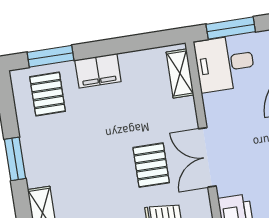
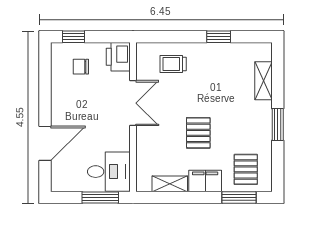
shelving: (180, 73) -> (170, 184), moved, turned 90
pallet: (151, 165) -> (198, 133), moved

